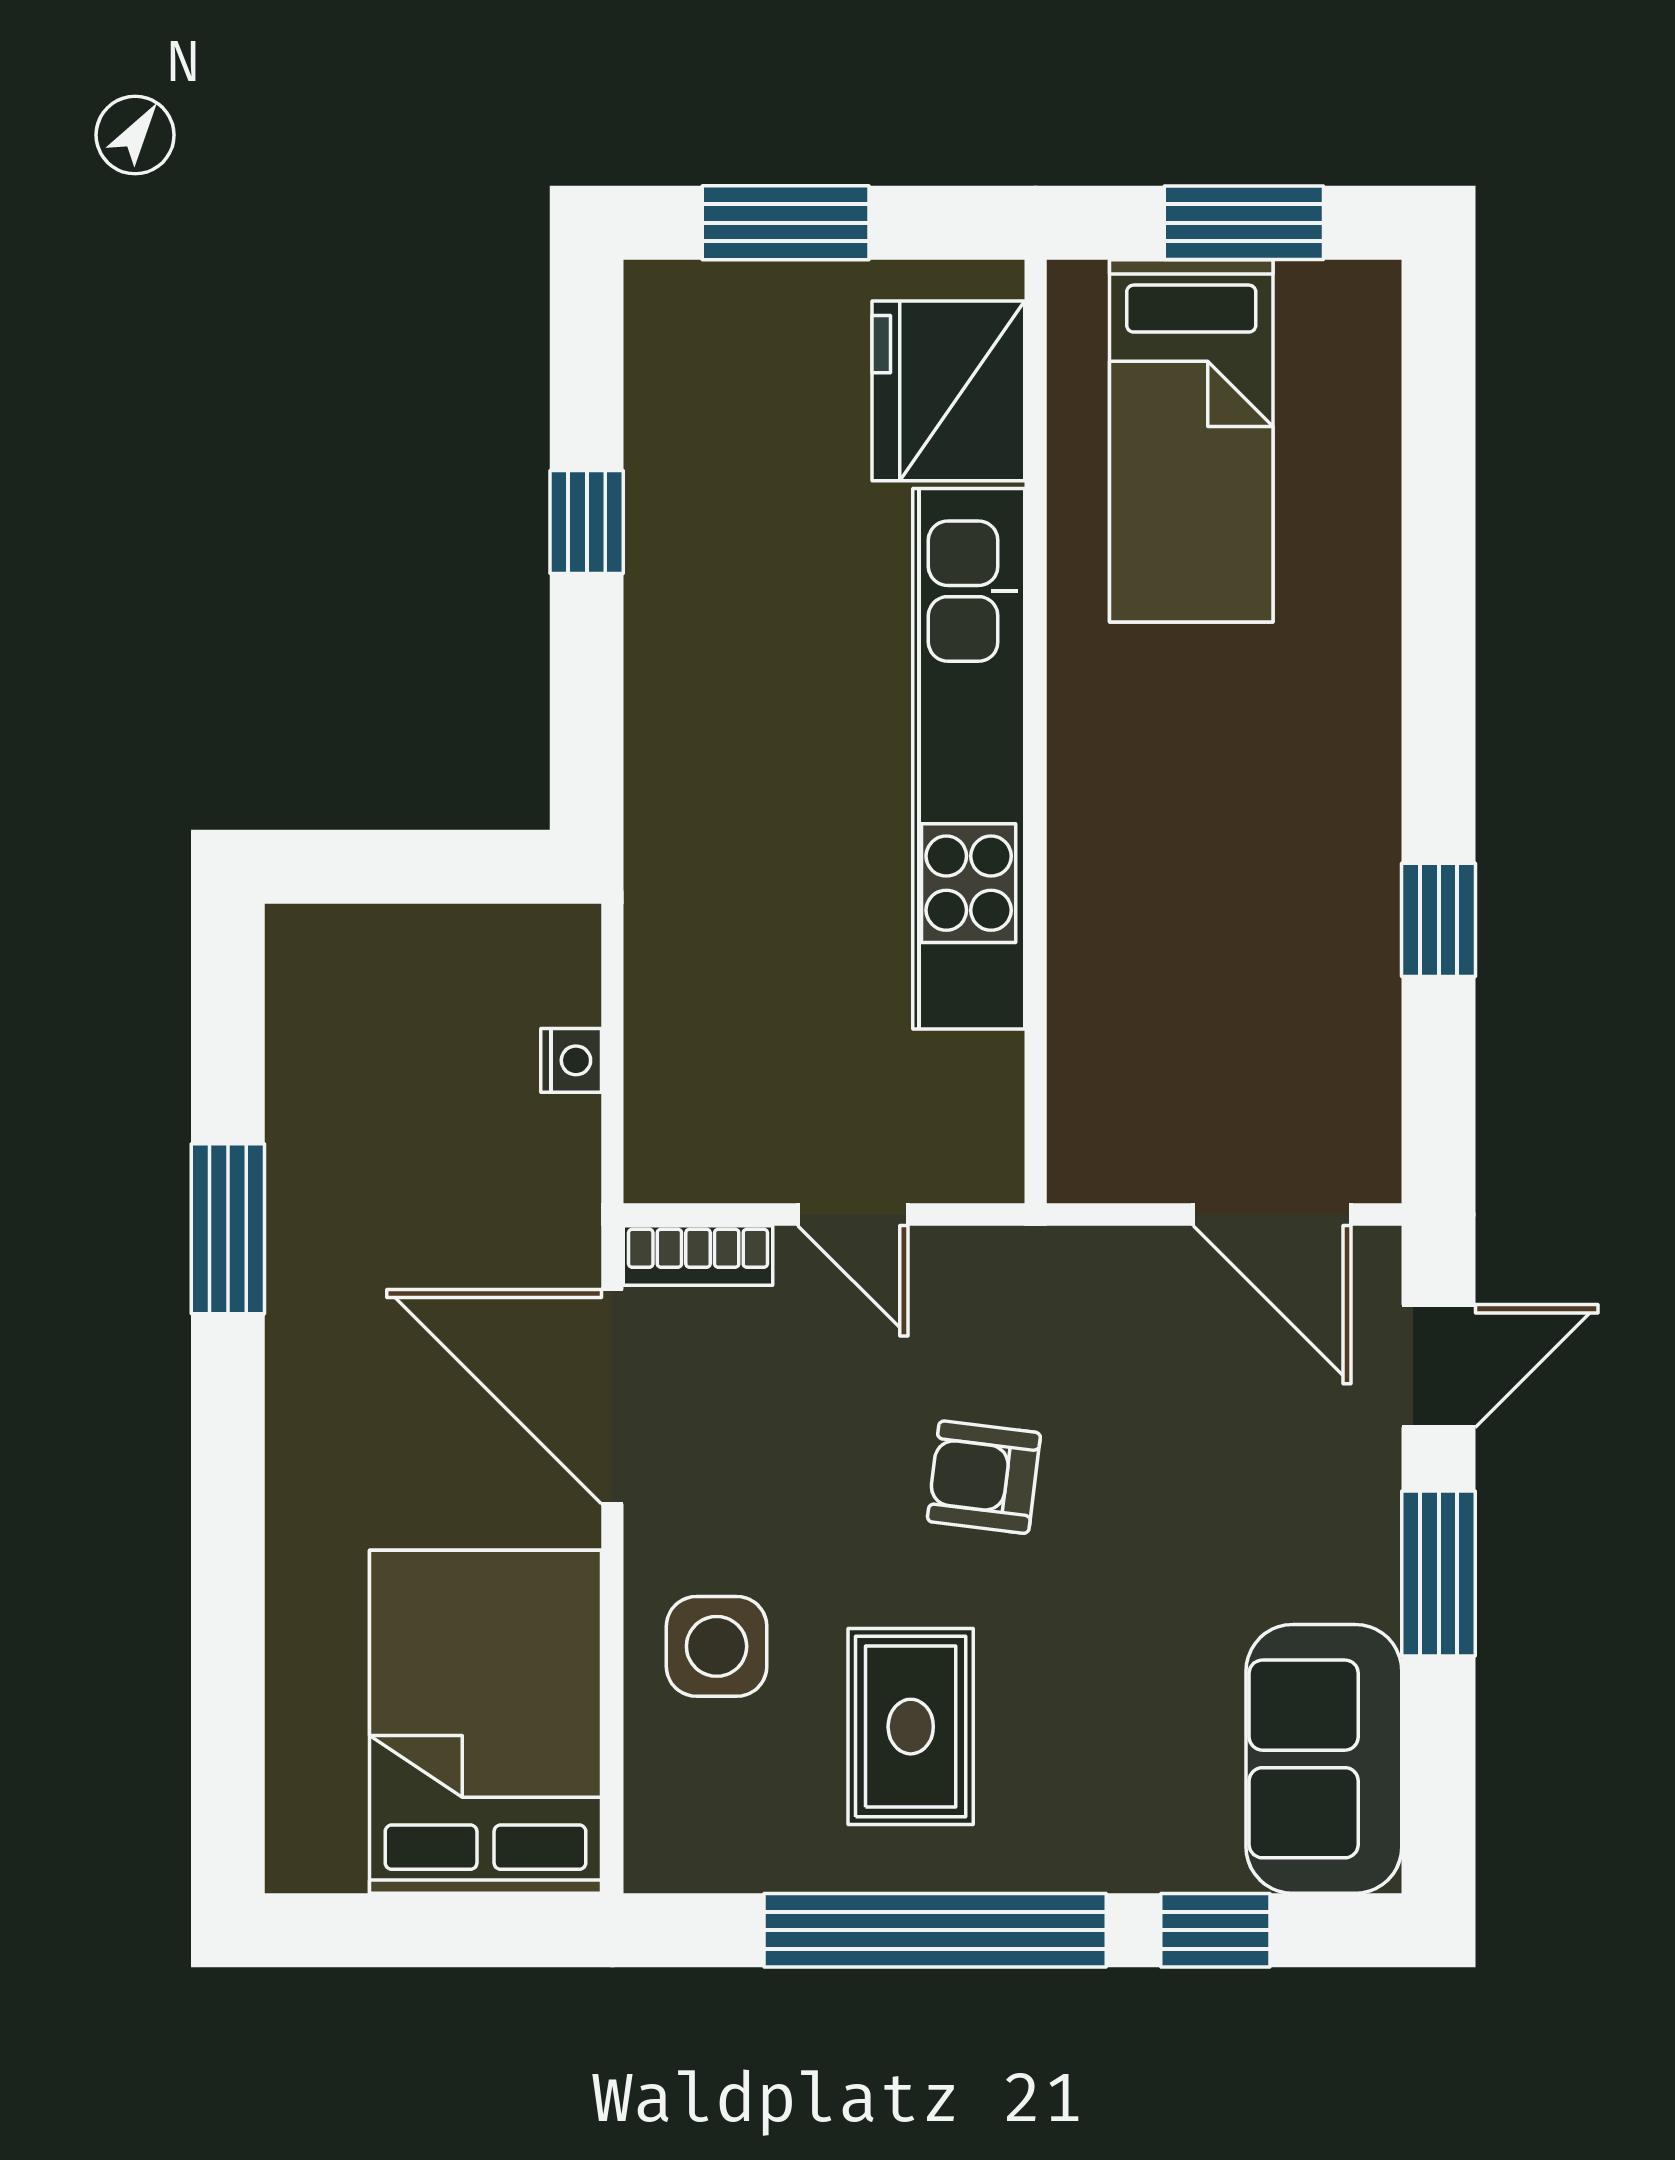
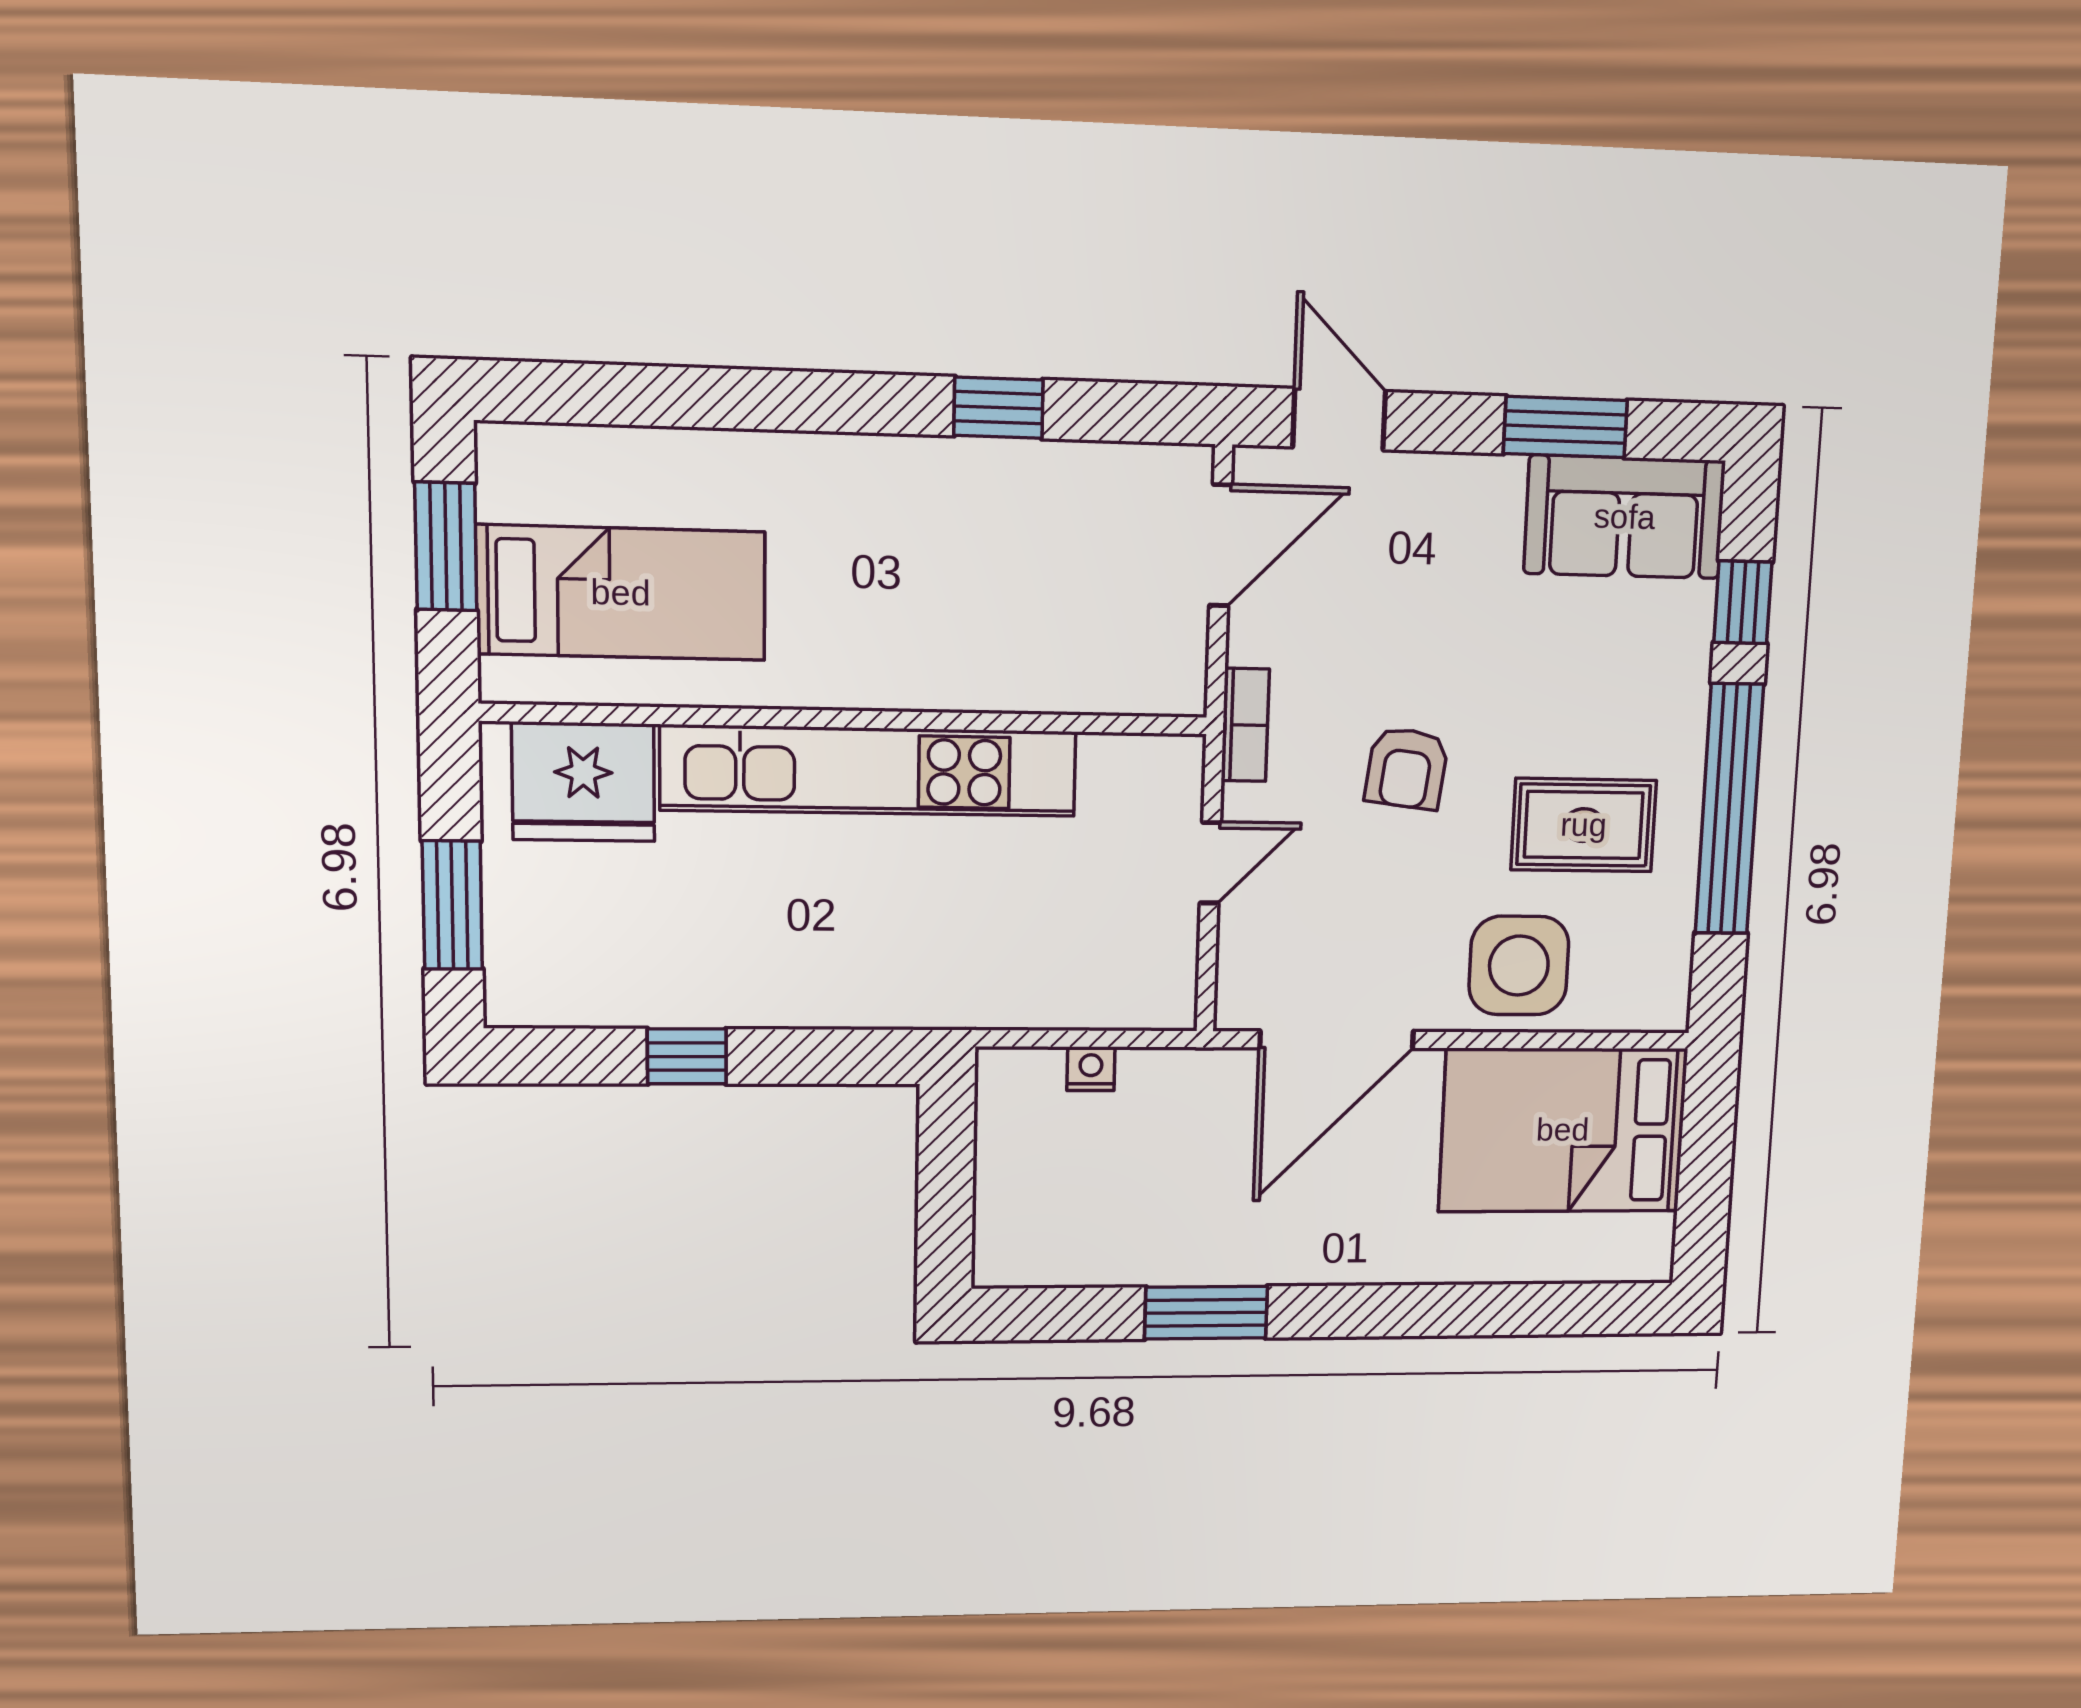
bookcase: (698, 1255) -> (1245, 725), moved
window: (1439, 1573) -> (1565, 427), moved
side table: (717, 1646) -> (1519, 966), width x1.37, depth x1.37

